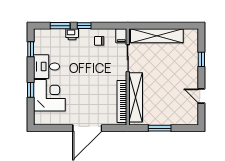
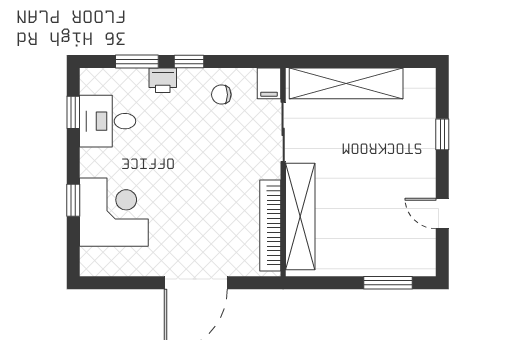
desk: (47, 67) -> (108, 121), moved
window: (160, 128) -> (388, 283), moved

